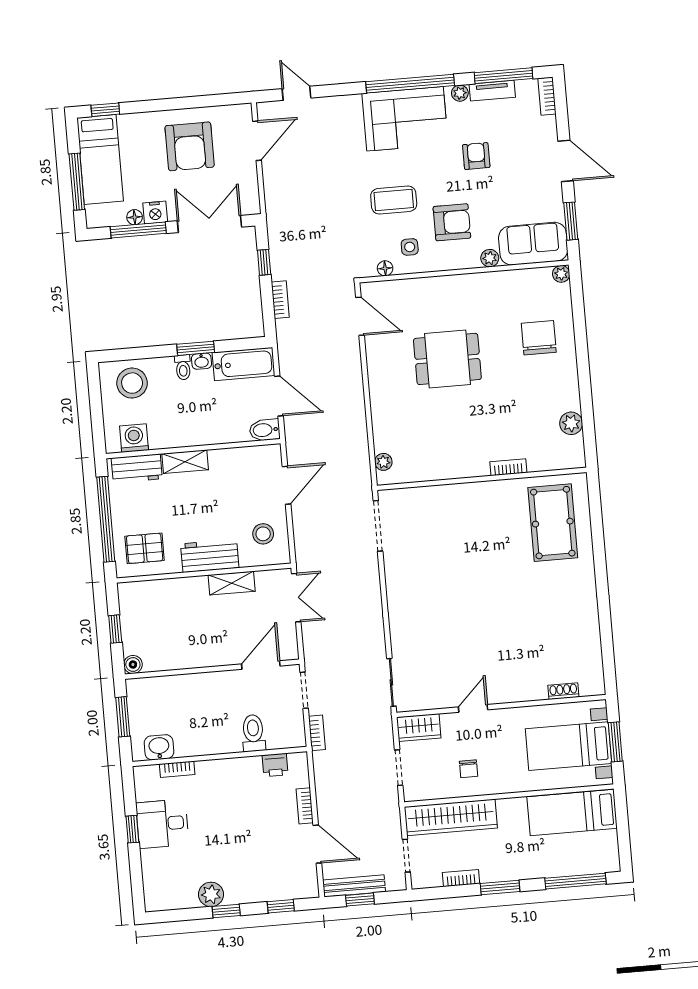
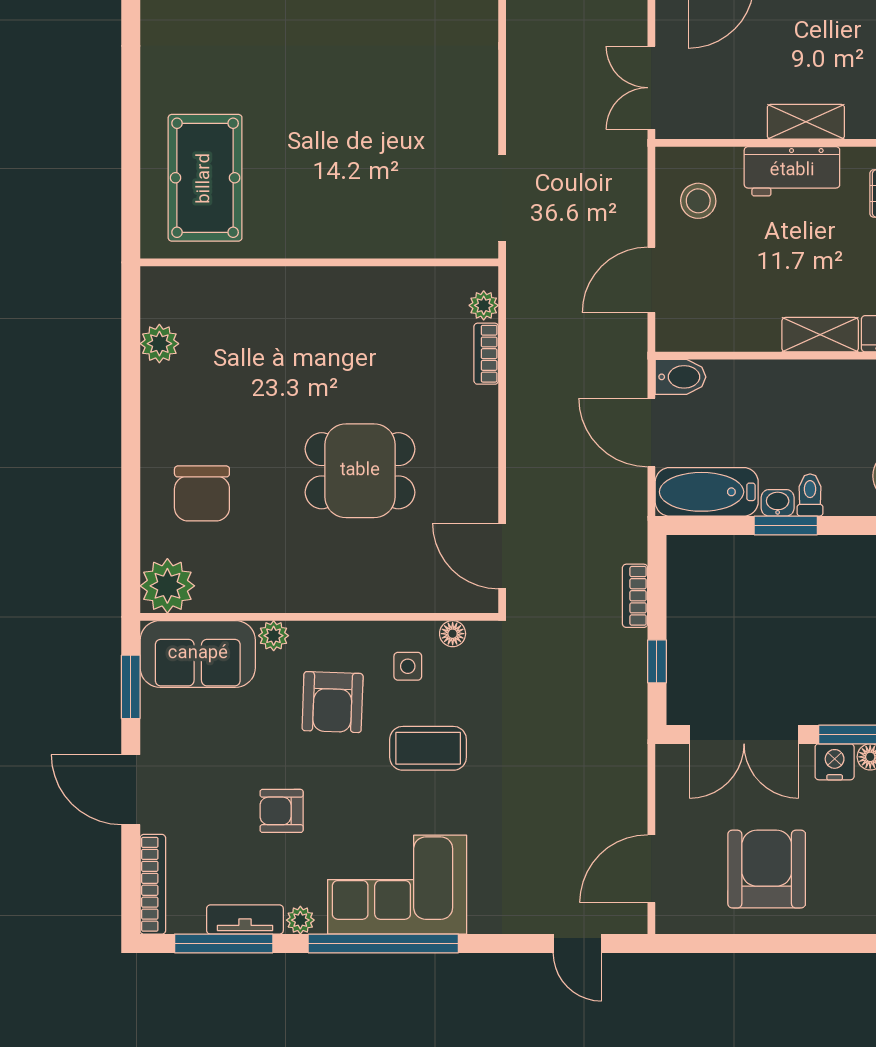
bookcase: (547, 96) -> (153, 884), width x1.56
armchair: (476, 156) -> (282, 811), turned 90
armchair: (452, 222) -> (333, 702), turned -88
plant: (561, 274) -> (167, 586), width x1.88, depth x1.88
bookcase: (508, 467) -> (486, 354), moved, turned 90
shelving: (232, 583) -> (806, 122), moved

